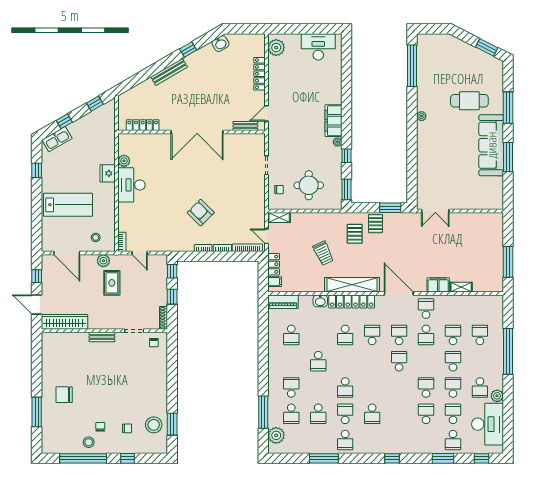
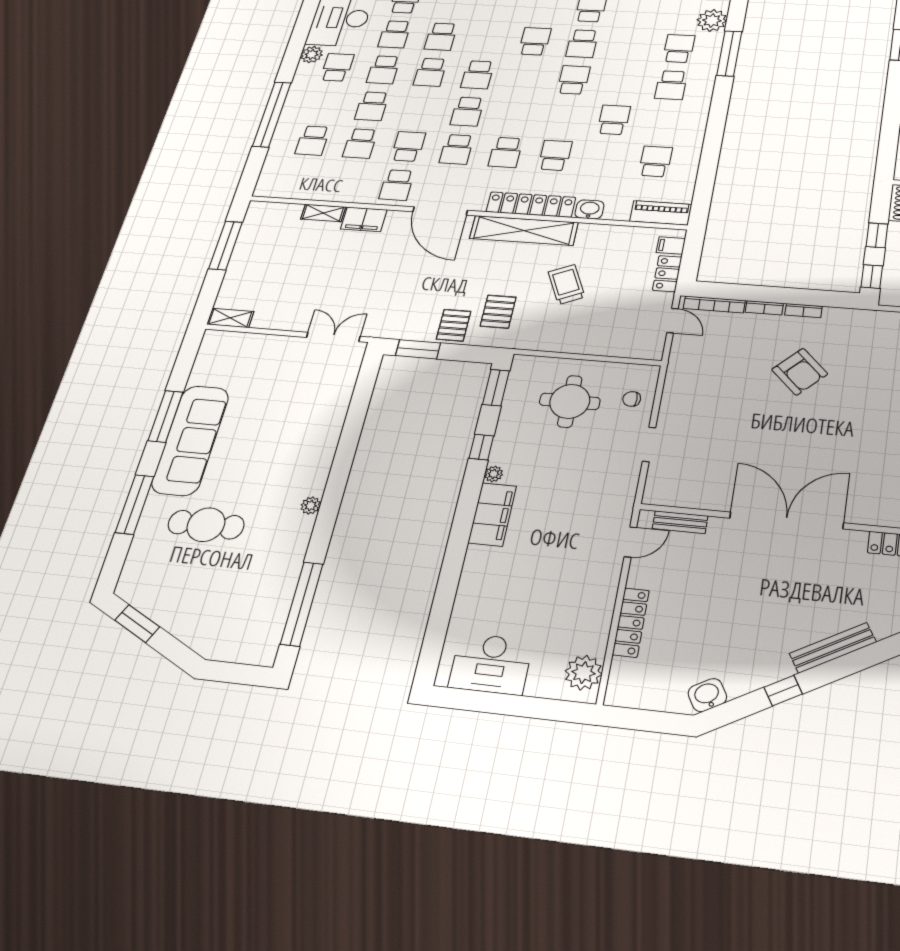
shelving: (279, 218) -> (230, 318), moved
school desk: (318, 414) -> (478, 75), moved, turned 180

